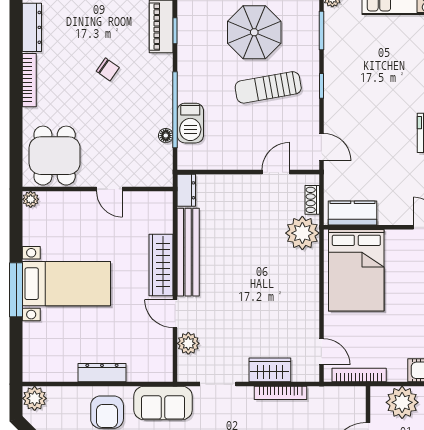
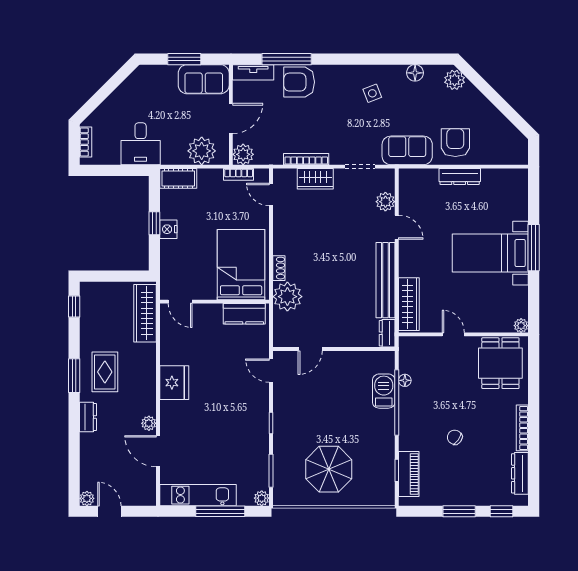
sun lounger: (268, 87) -> (317, 422), removed
shoe rack: (312, 200) -> (279, 268), moved
wardrobe: (161, 265) -> (409, 304), moved
bookcase: (359, 375) -> (239, 174), width x0.64
plant: (35, 398) -> (243, 154), moved

